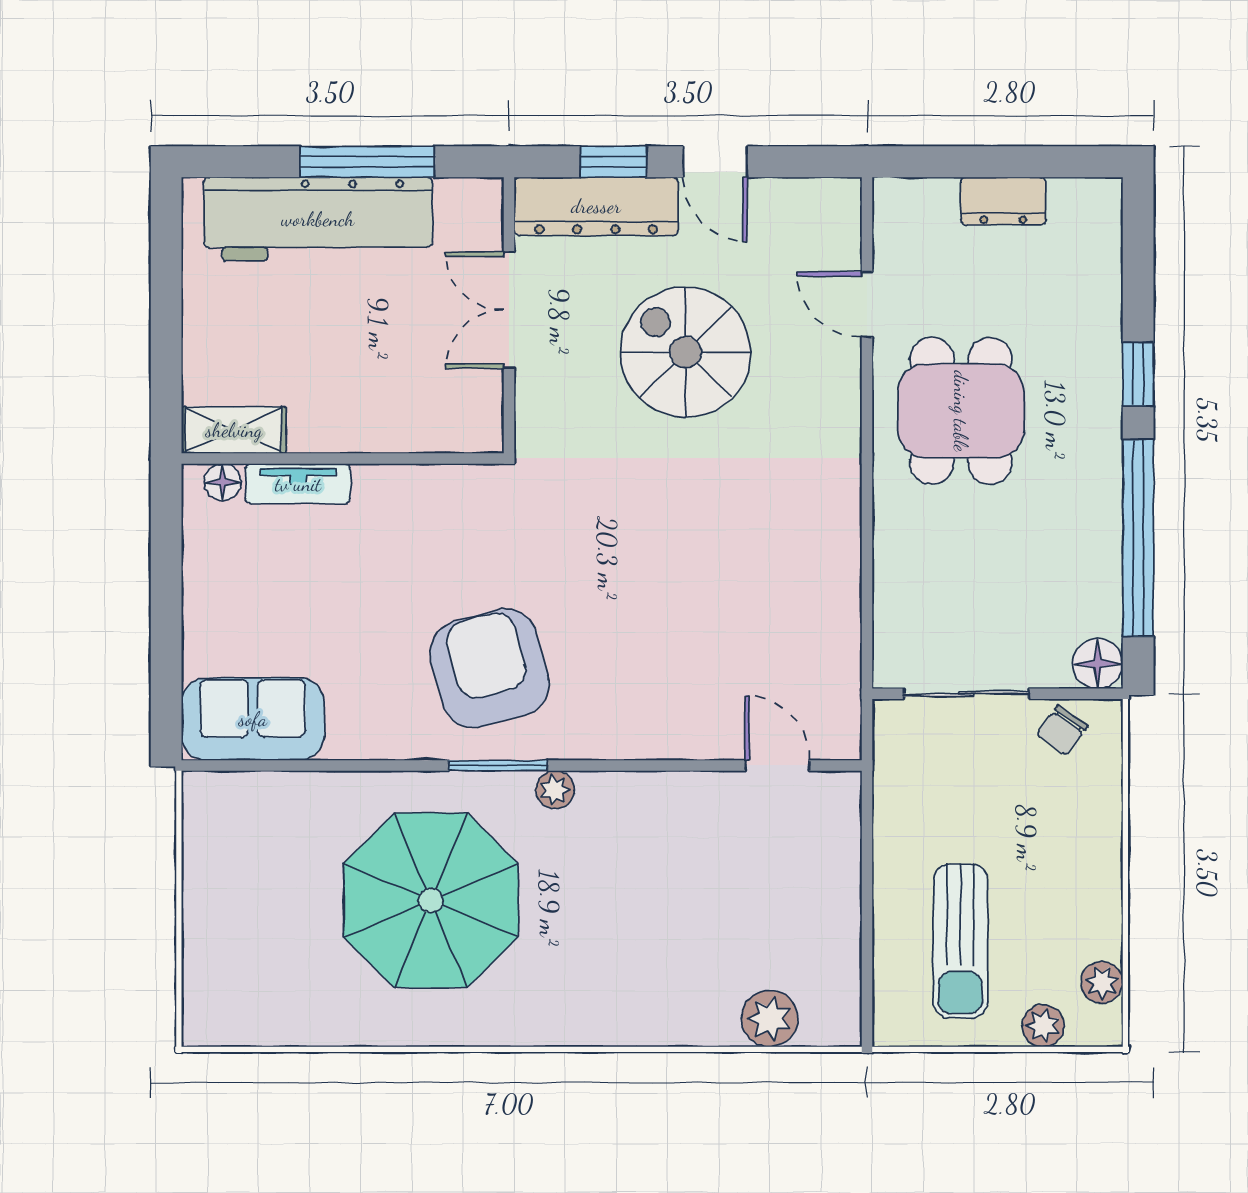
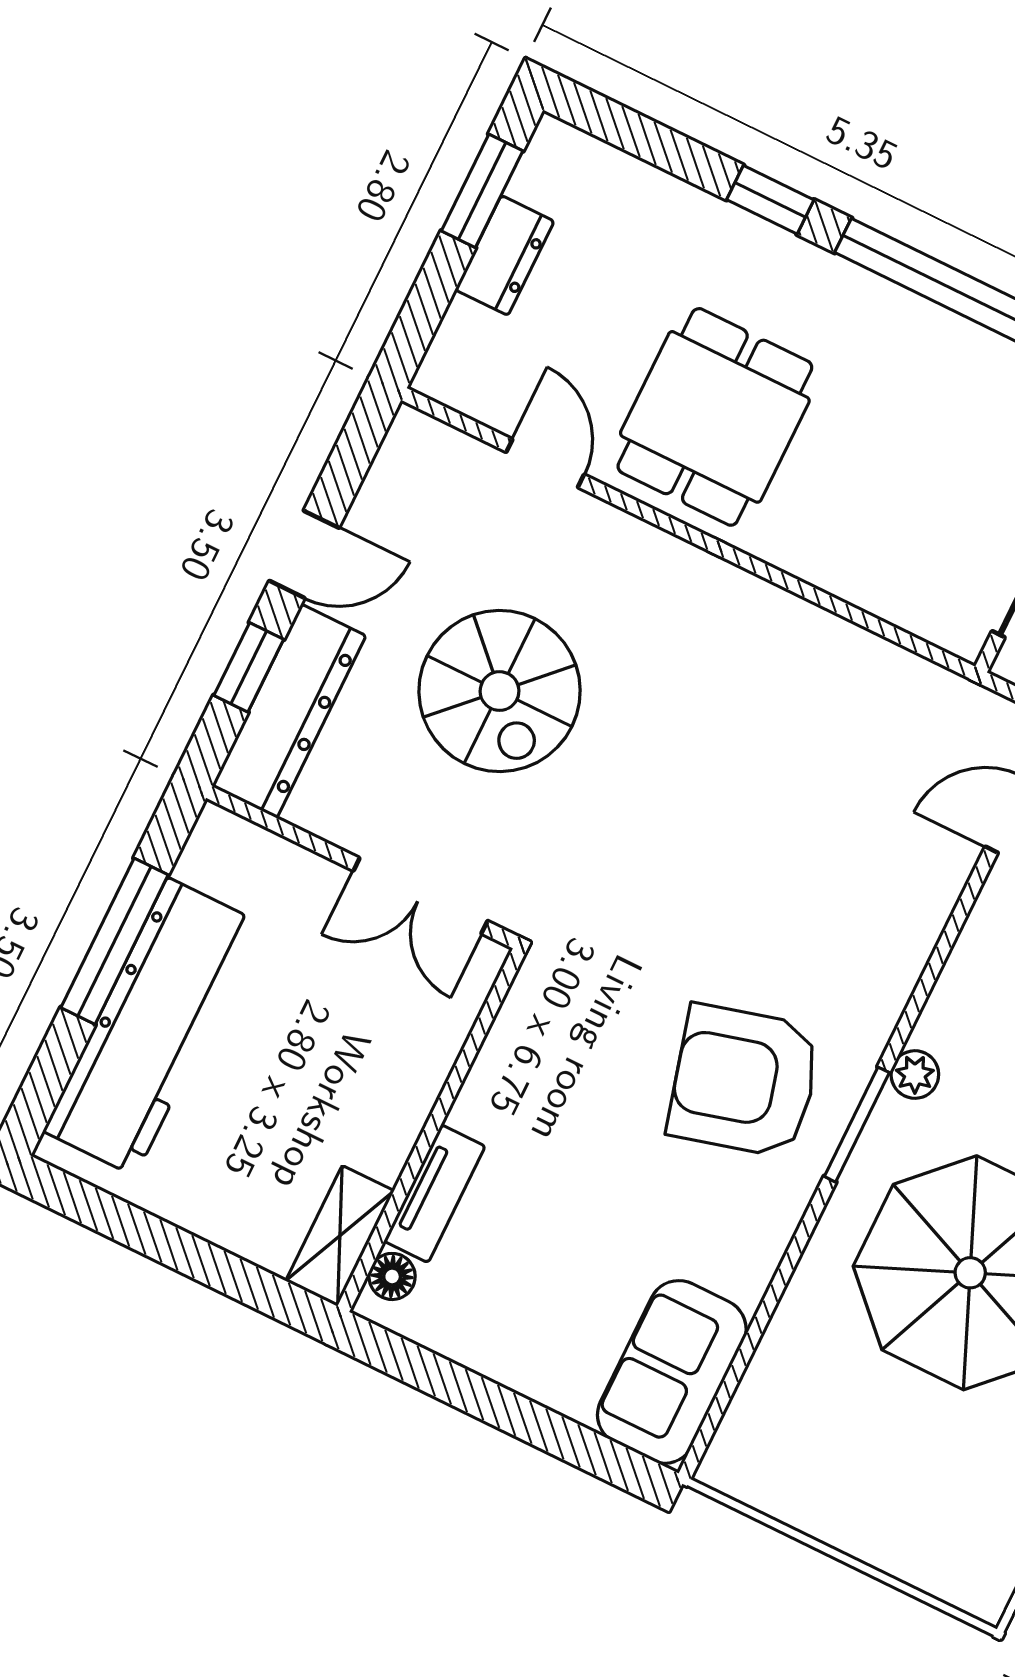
window: (1042, 162) -> (482, 191), added
door: (867, 304) -> (545, 463), swing flipped
double door: (509, 310) -> (420, 896), moved
spiral stairs: (686, 352) -> (500, 691), turned -90
dining table: (961, 411) -> (715, 417), turned 90

